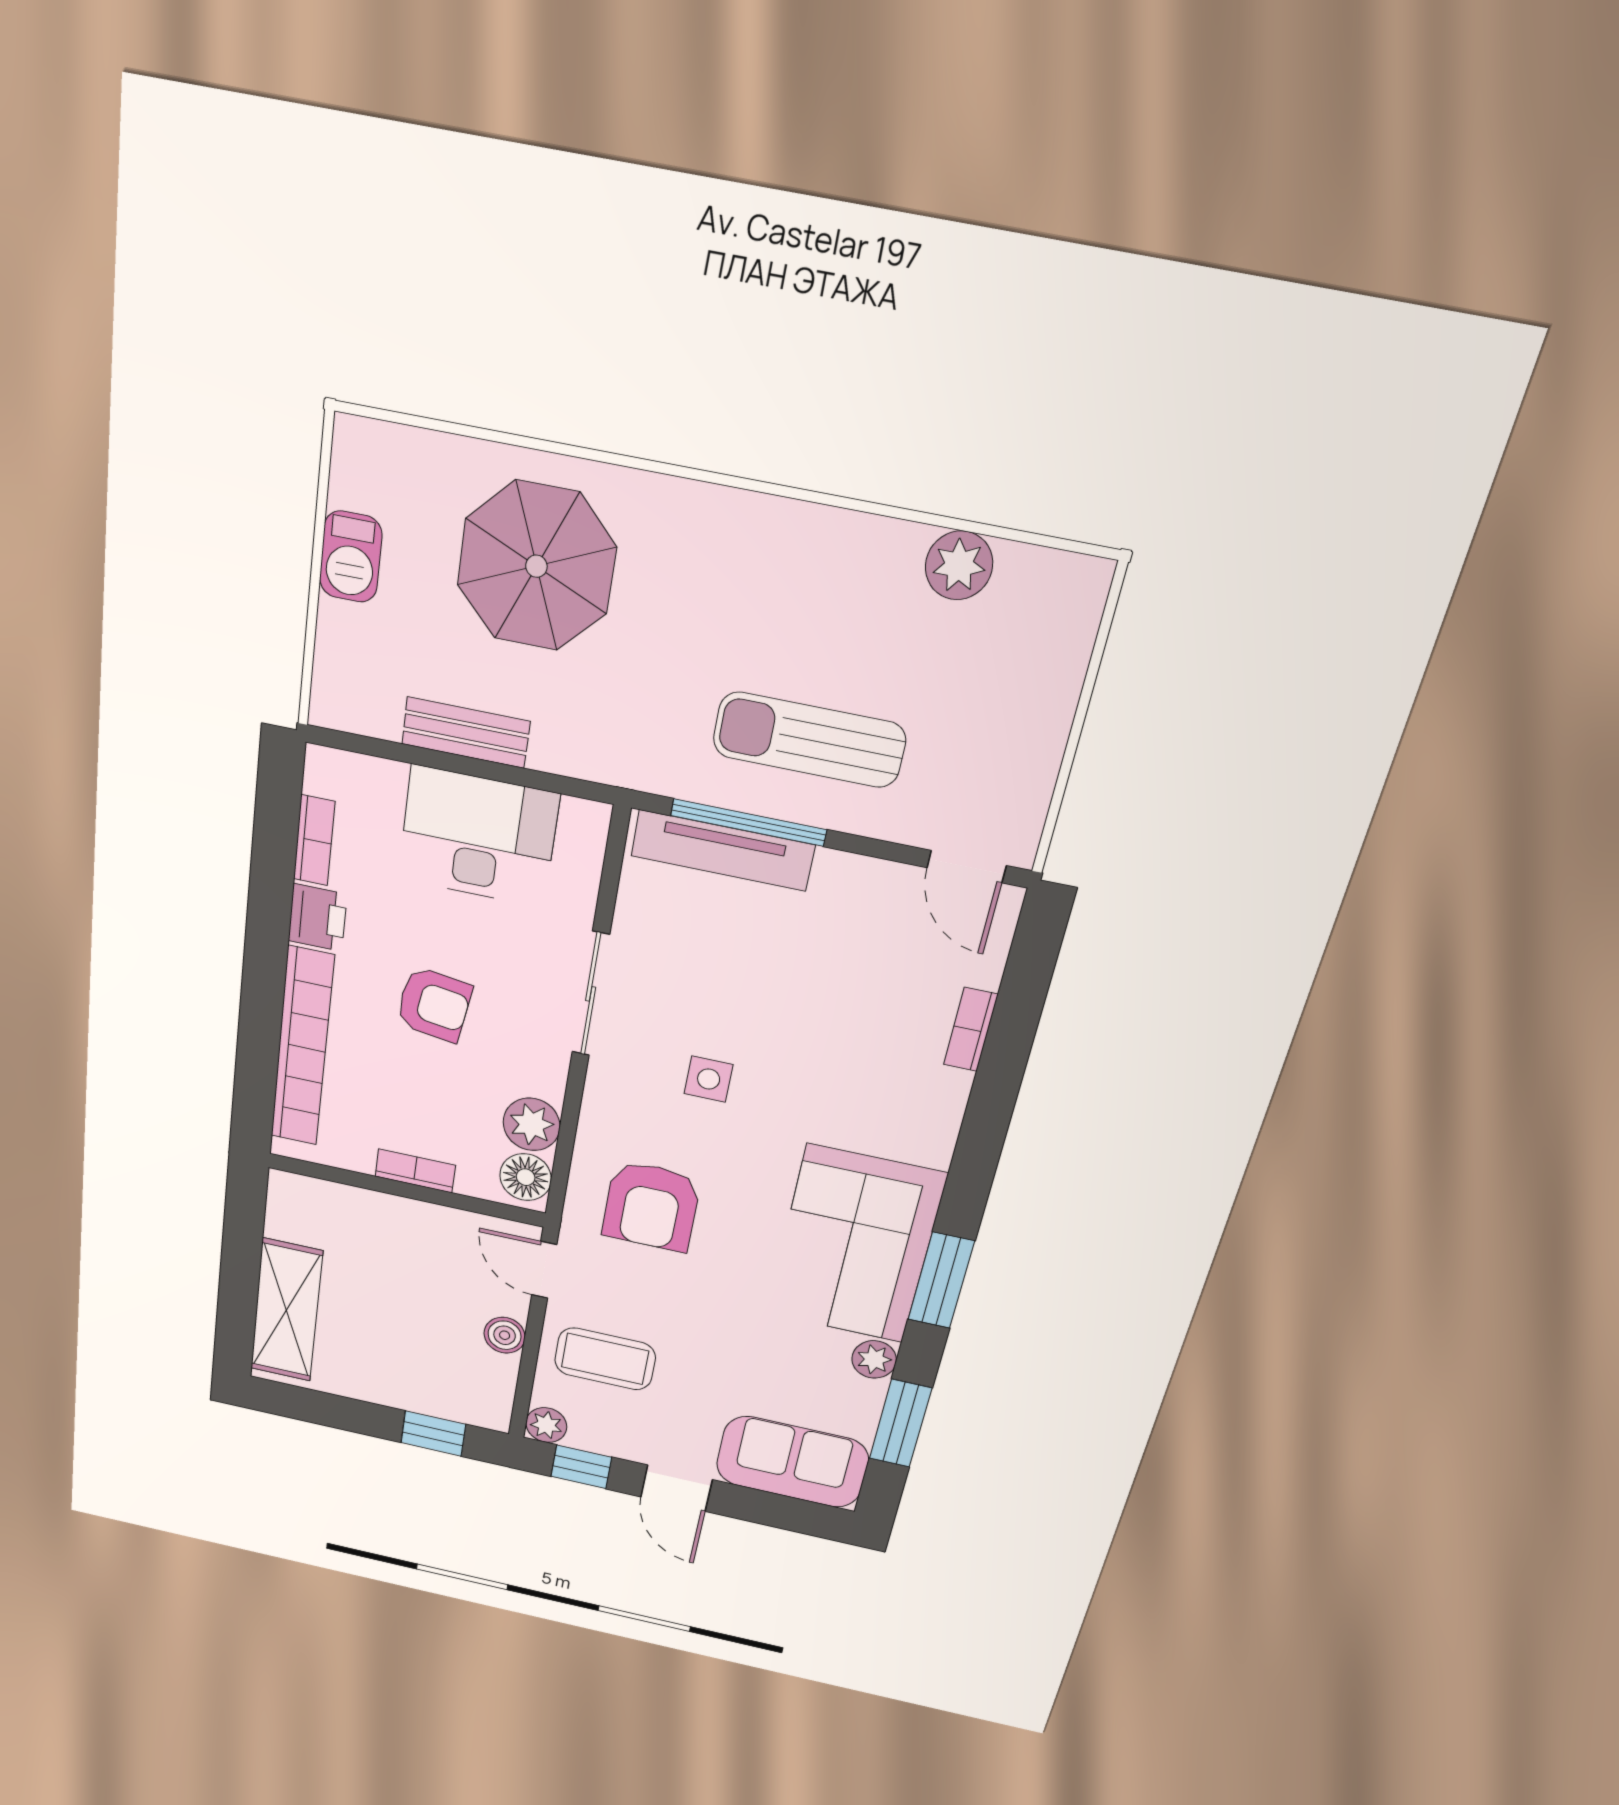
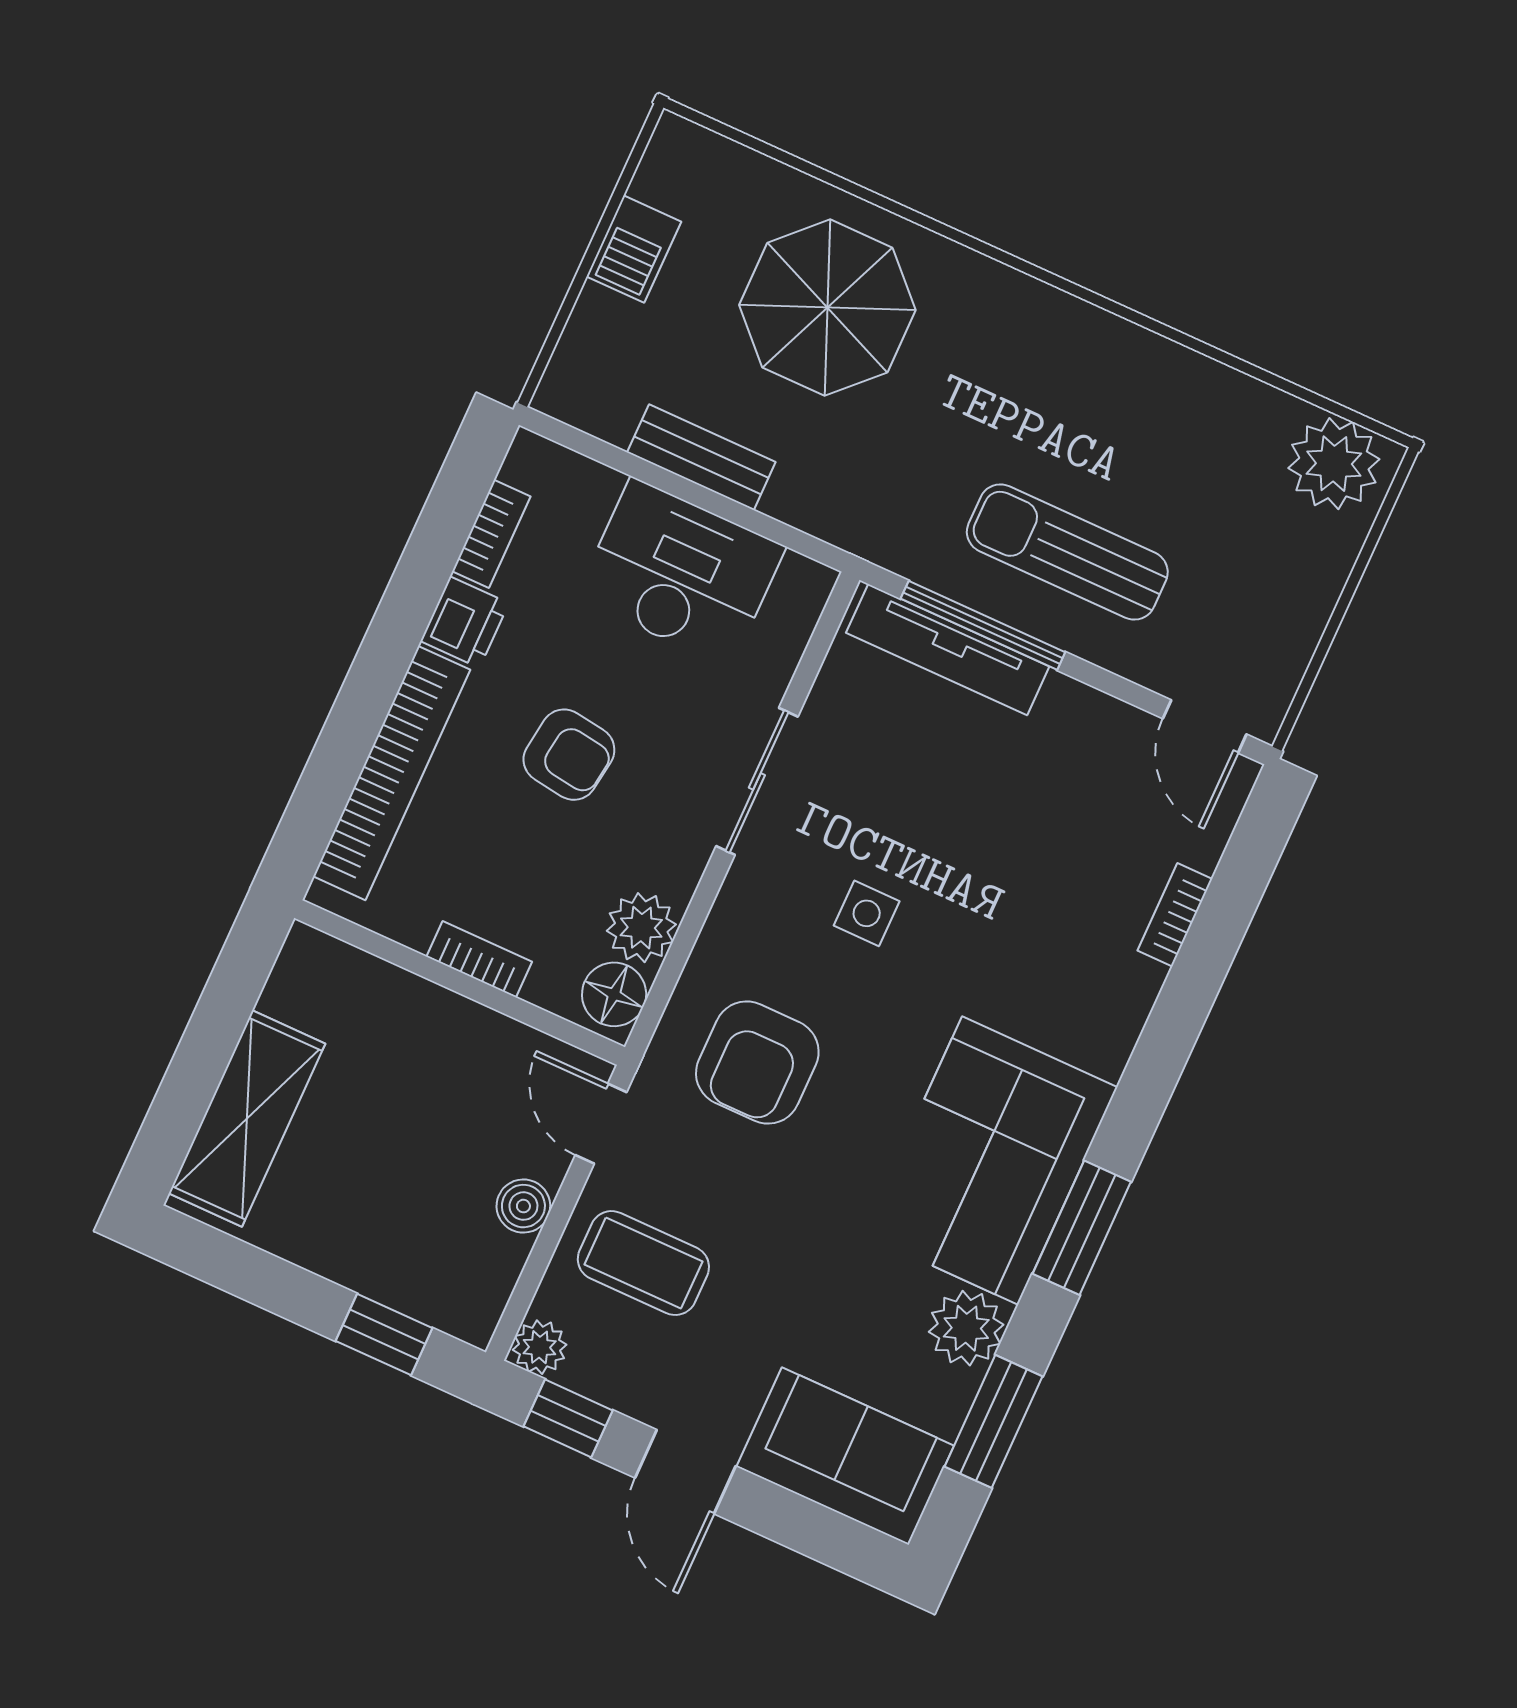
plant: (959, 565) -> (1334, 464), moved, width x1.36, depth x1.36
plant: (874, 1359) -> (966, 1328), width x1.38, depth x1.38

